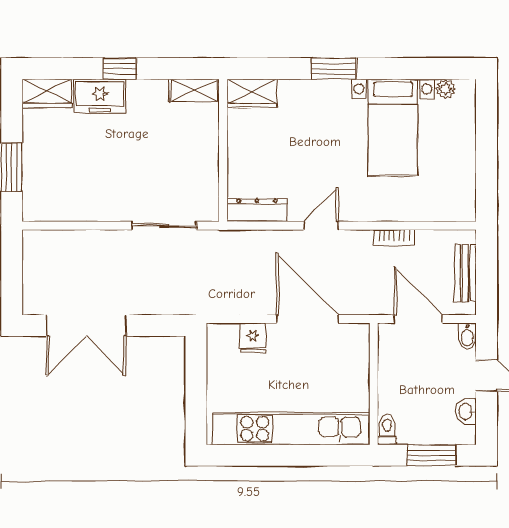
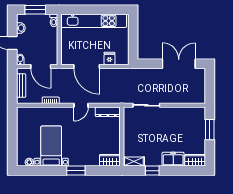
window: (120, 69) -> (152, 171), moved

